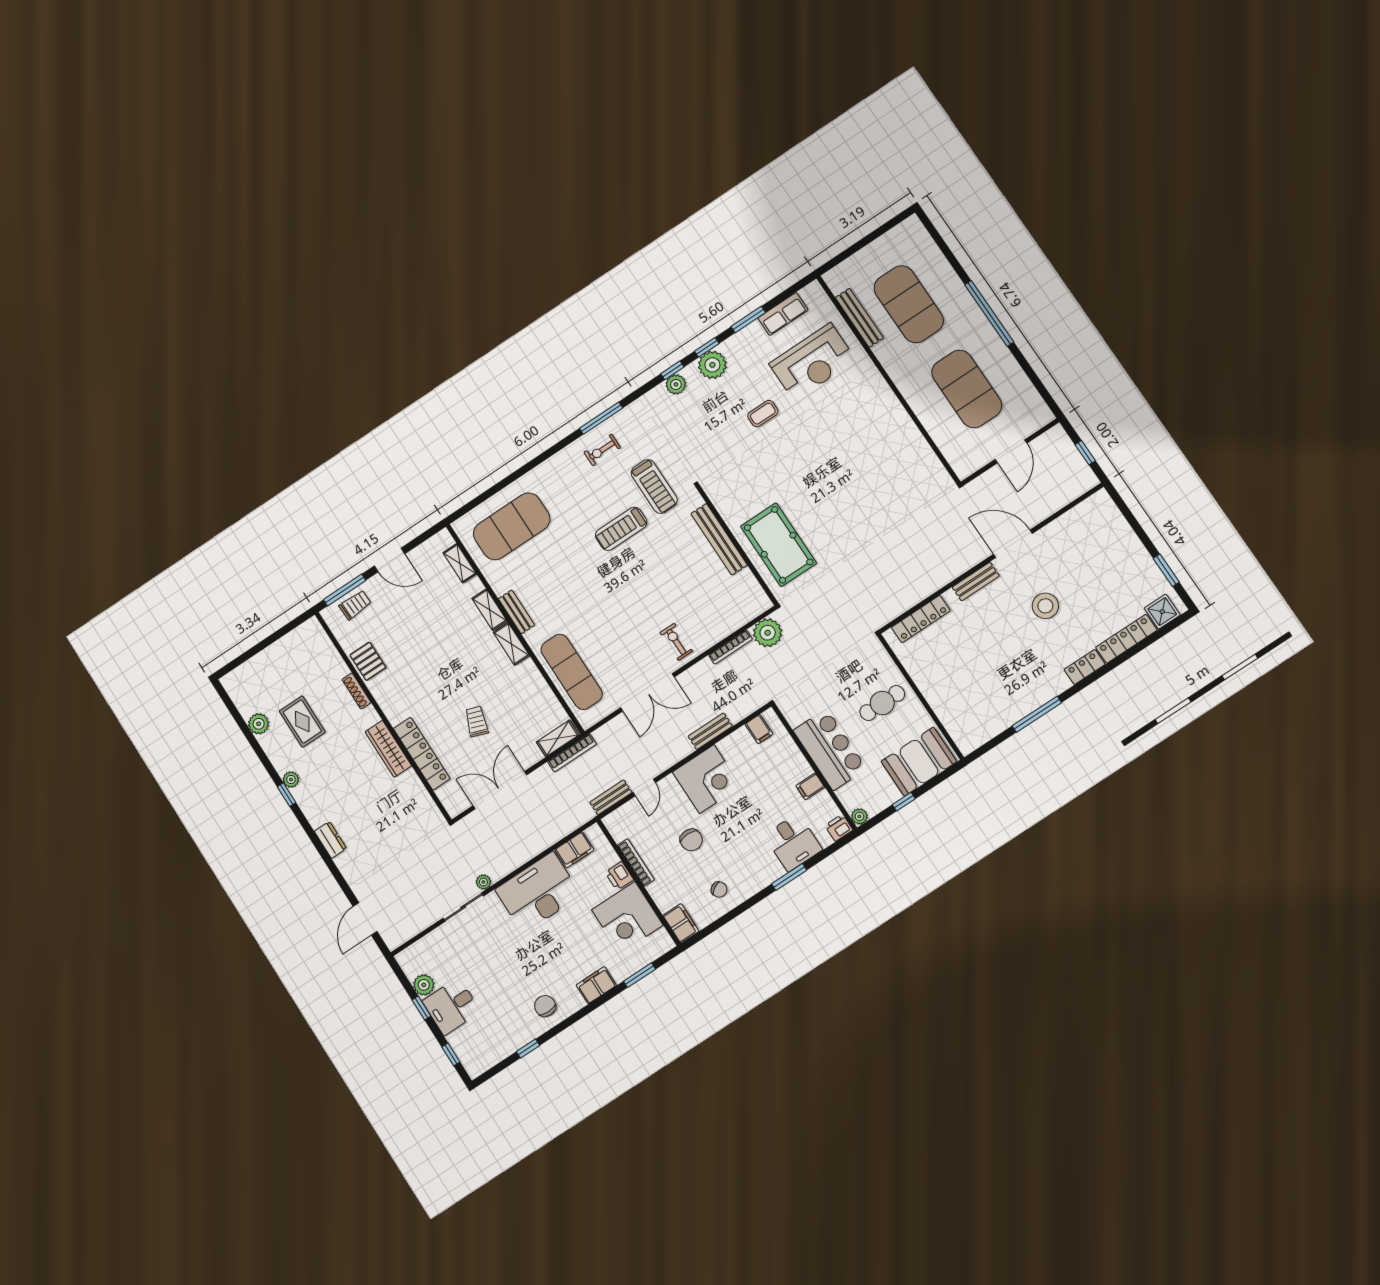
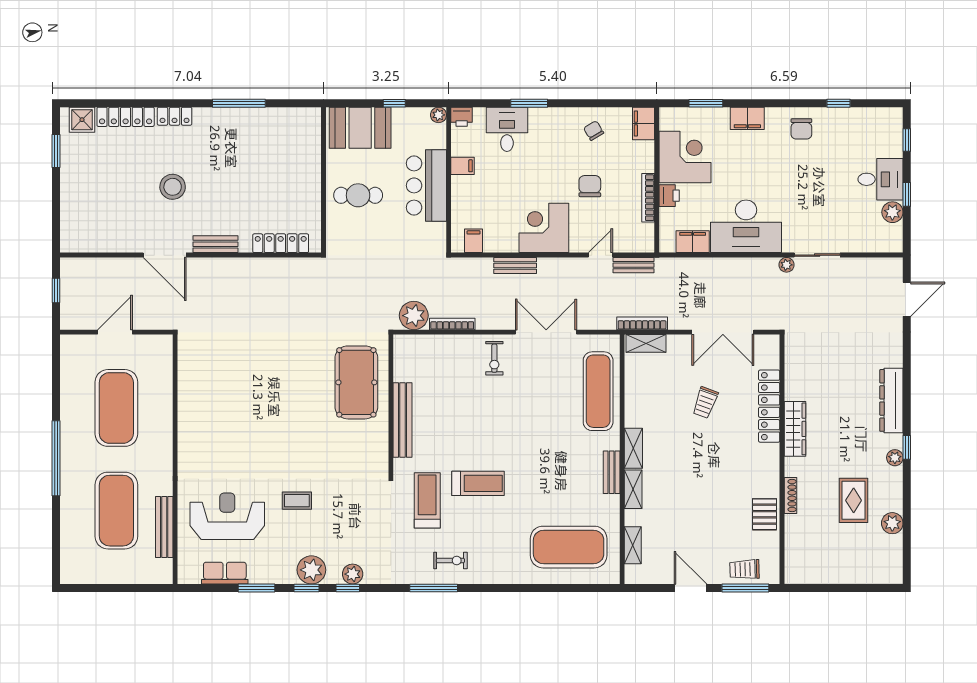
dresser: (330, 840) -> (891, 400), width x1.96, depth x1.24

